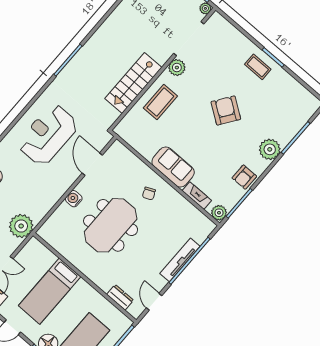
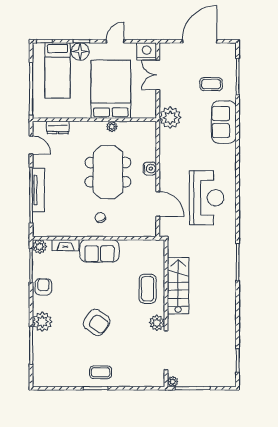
plant: (75, 260) -> (112, 126), added
bed: (50, 291) -> (111, 89), width x1.50

